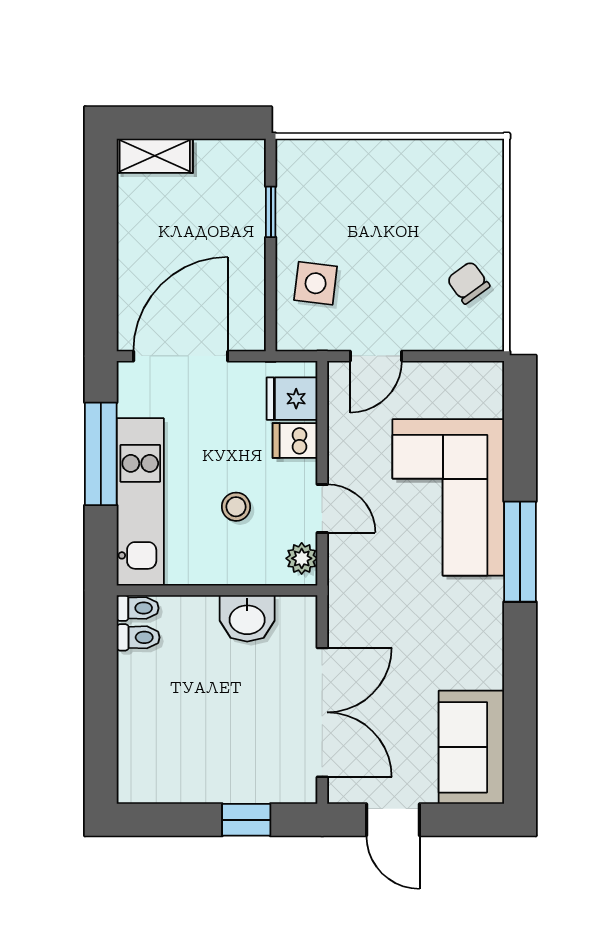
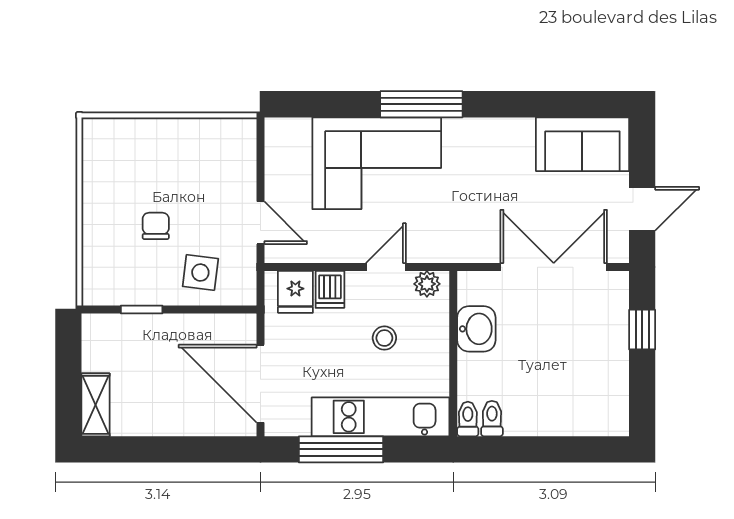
chair: (468, 283) -> (156, 226), moved, turned 126

